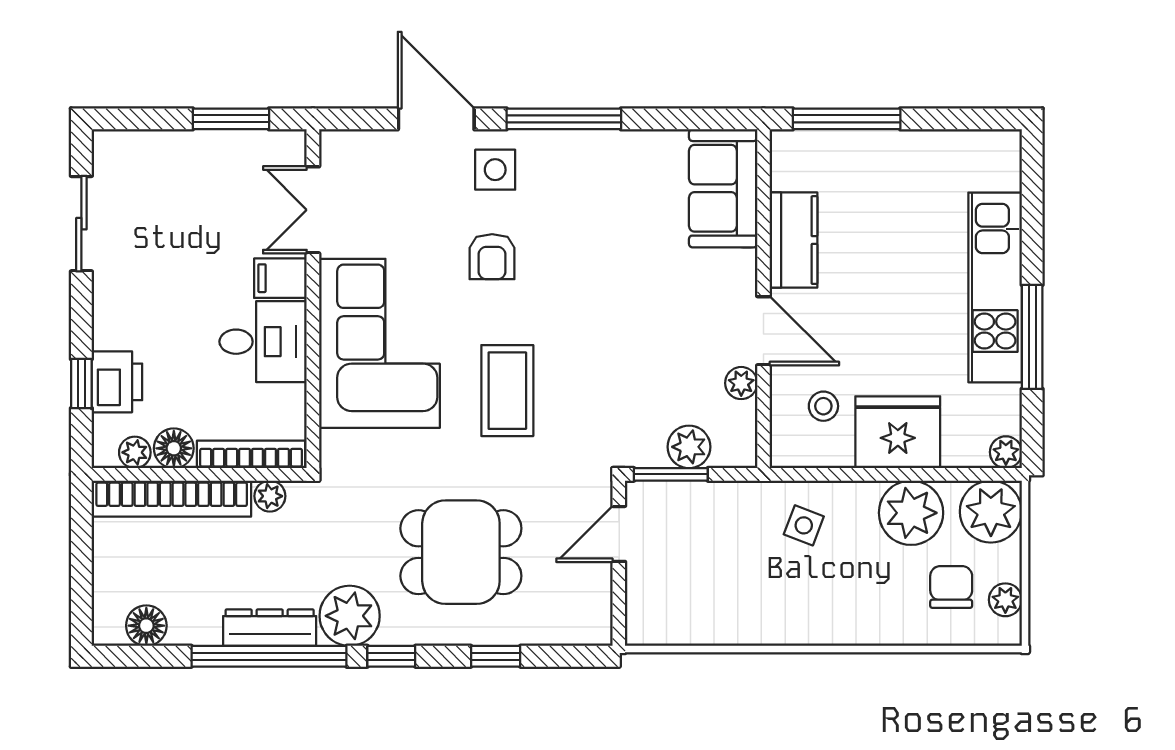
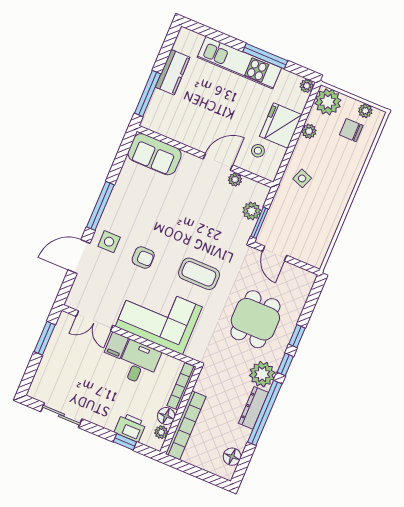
kitchen counter: (793, 240) -> (173, 72), moved, turned 90
plant: (270, 496) -> (201, 386), removed
plant: (911, 513) -> (309, 131), width x0.53, depth x0.53
window: (496, 656) -> (297, 336), moved

